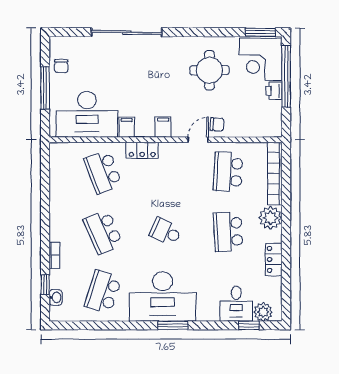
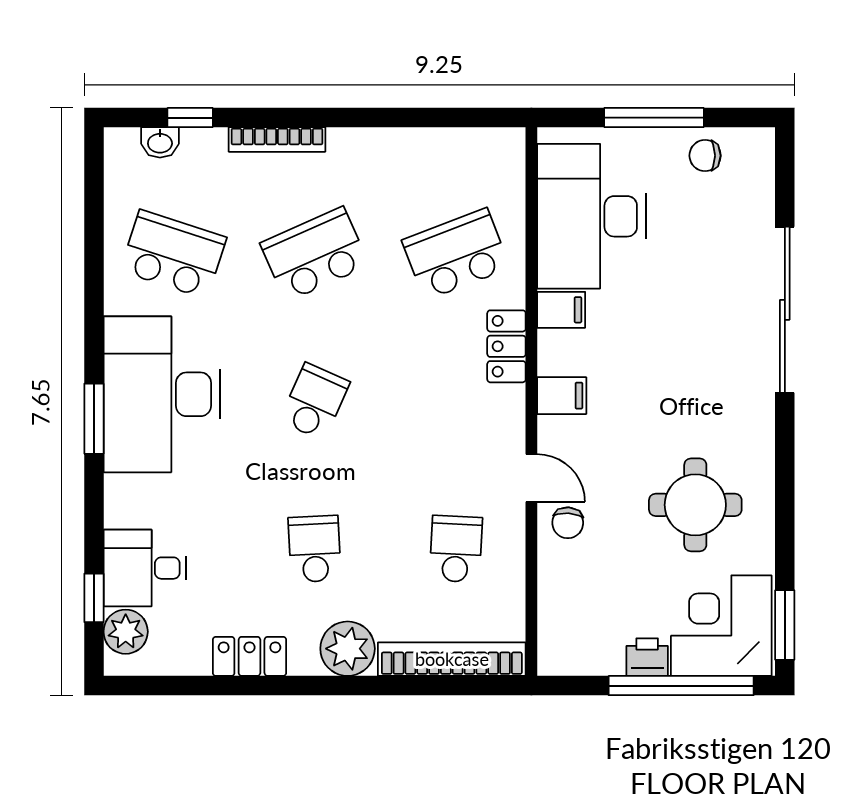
school desk: (228, 172) -> (456, 549), width x0.54
school desk: (228, 232) -> (315, 549), width x0.54
bookcase: (54, 255) -> (277, 139), width x1.56

